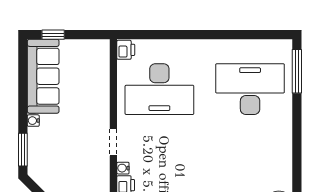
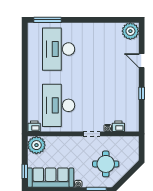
plant: (95, 53) -> (36, 145), added
desk: (159, 89) -> (59, 105), turned 180
round table: (65, 165) -> (106, 164), added

